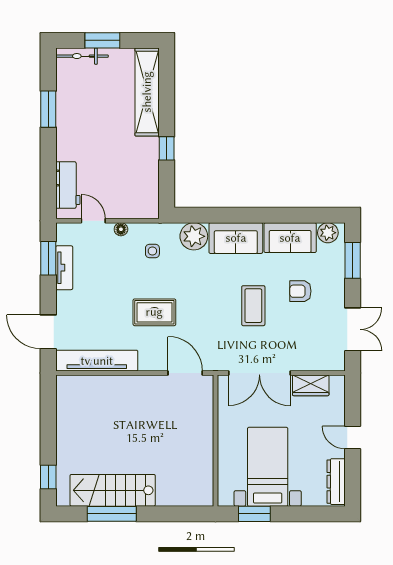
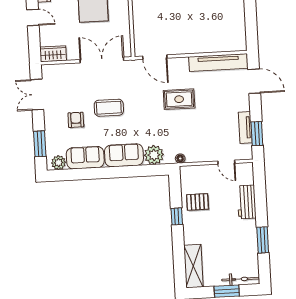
shelving: (147, 92) -> (193, 266), width x0.68
pallet: (136, 167) -> (198, 202), added
workbench: (68, 185) -> (247, 202), moved
floor lamp: (121, 229) -> (180, 159), moved
side table: (152, 251) -> (183, 143), removed
armchair: (300, 291) -> (76, 120), turned -90
coffee table: (253, 306) -> (109, 108), turned 90
wardrobe: (311, 385) -> (53, 54), moved

